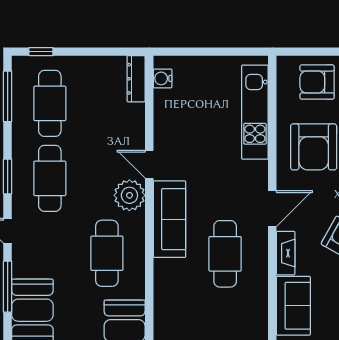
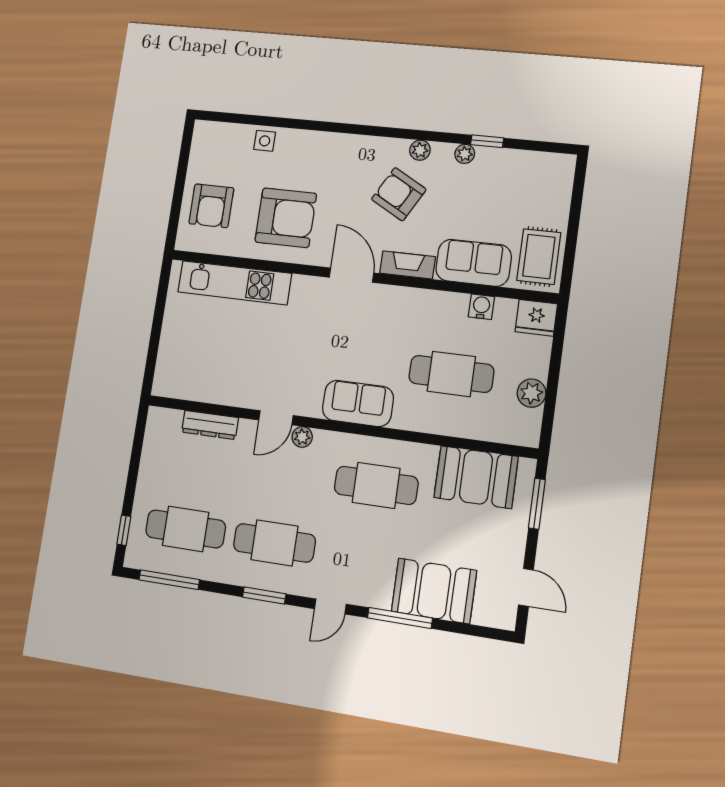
water cooler: (163, 78) -> (481, 307), moved, turned 180
dresser: (136, 79) -> (210, 425), moved
plant: (129, 195) -> (302, 437), width x0.53, depth x0.53
sofa: (169, 219) -> (358, 403), width x0.73
cafe table: (225, 254) -> (451, 374), moved

